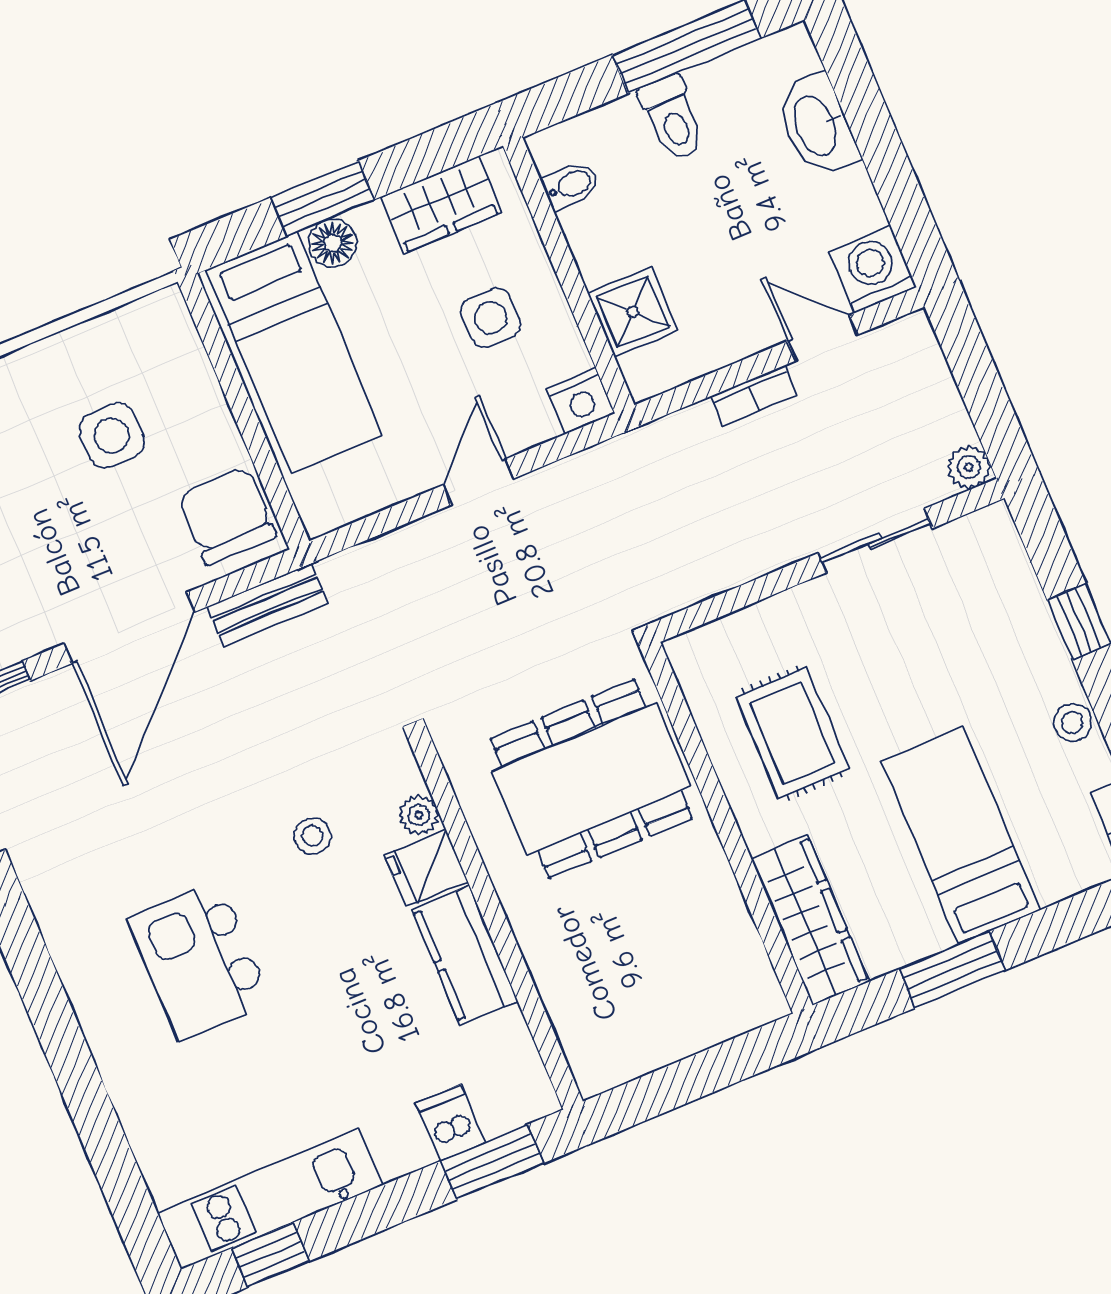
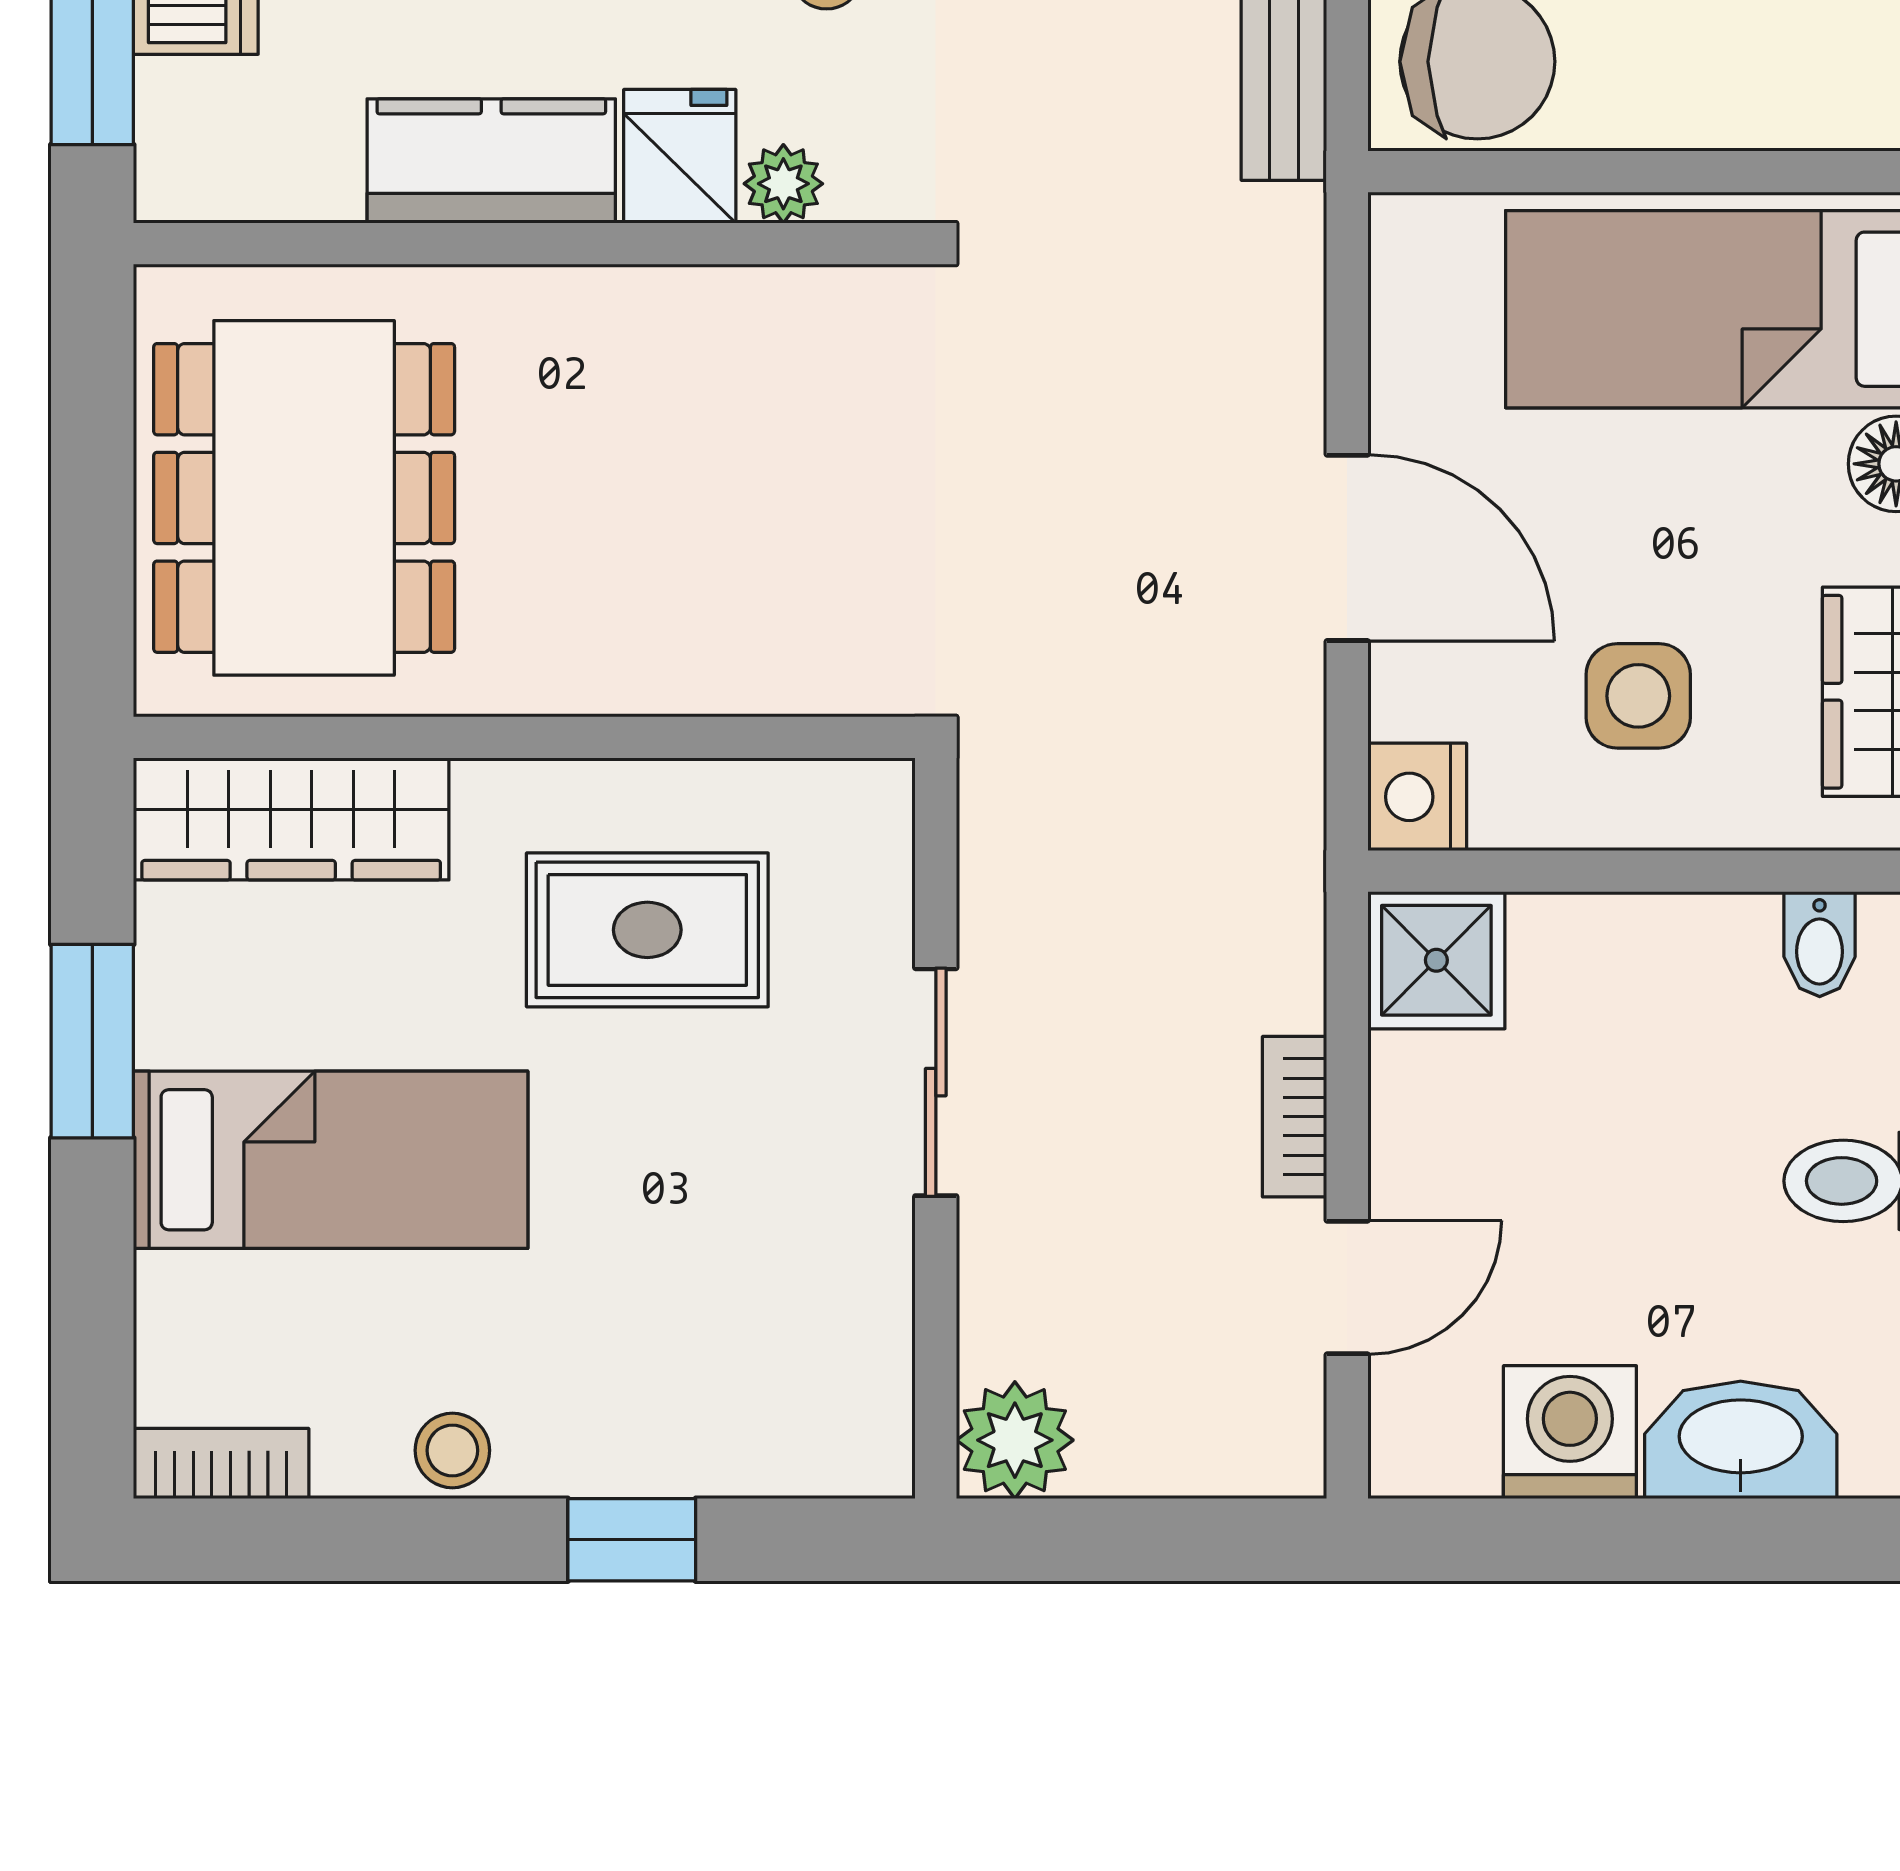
washing machine: (873, 269) -> (1570, 1432), moved, turned -90
shower: (633, 312) -> (1436, 960), moved
plant: (969, 467) -> (1015, 1440), width x1.38, depth x1.38
door: (478, 482) -> (1347, 548), width x1.38
sliding door: (875, 541) -> (936, 1082), moved
dining table: (591, 779) -> (304, 498), moved

